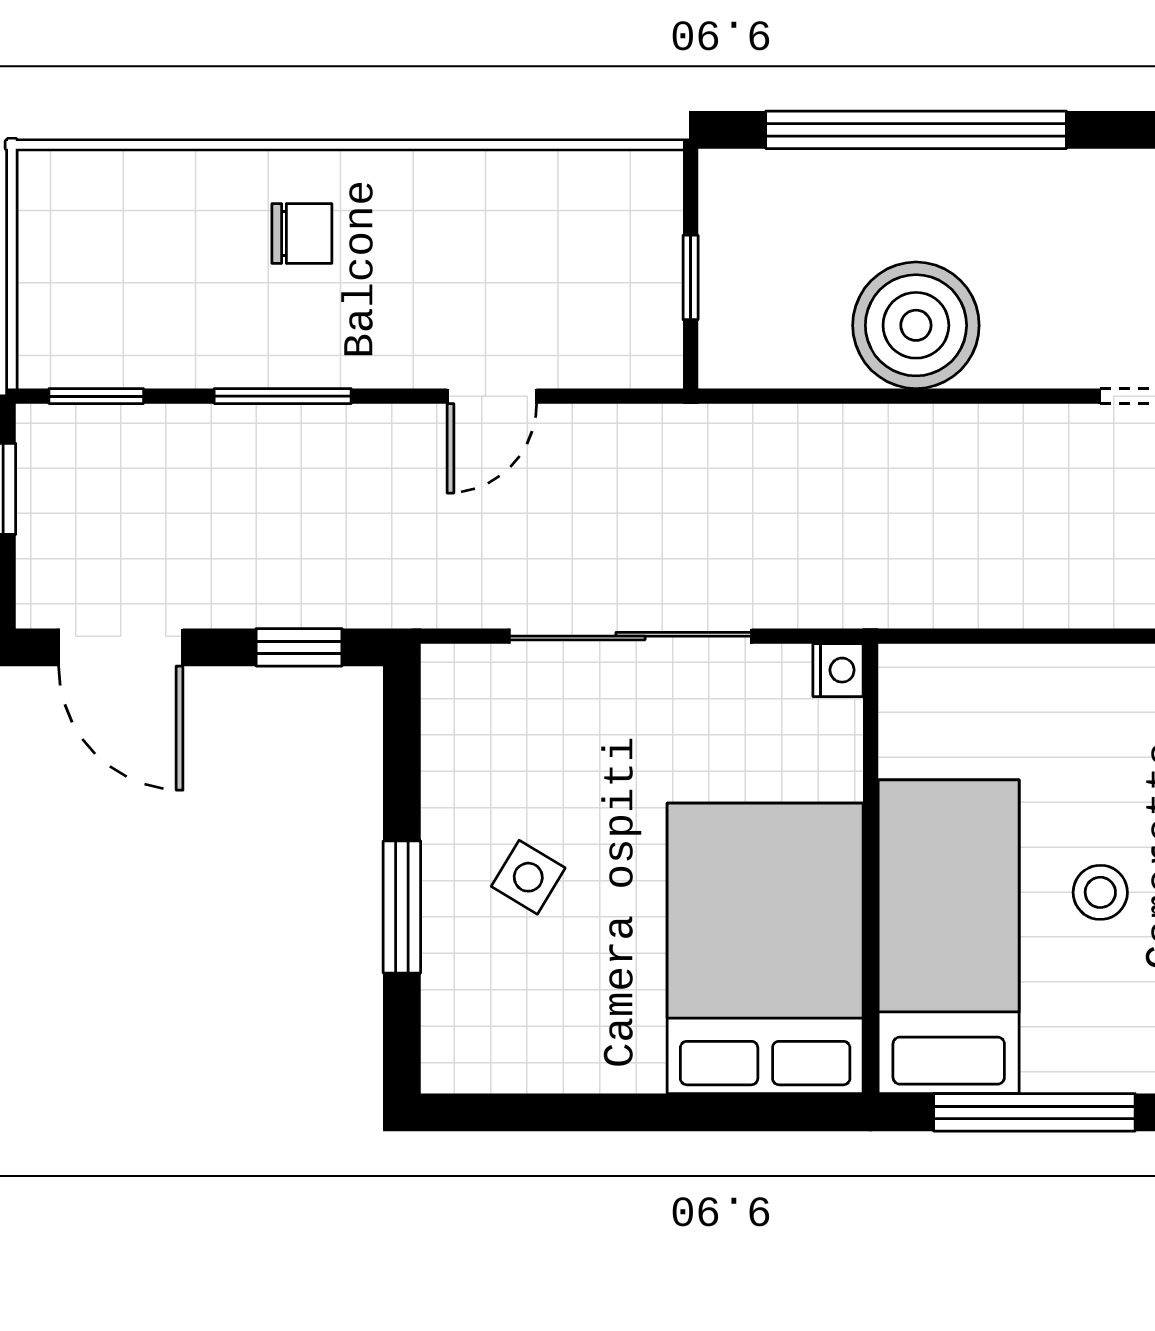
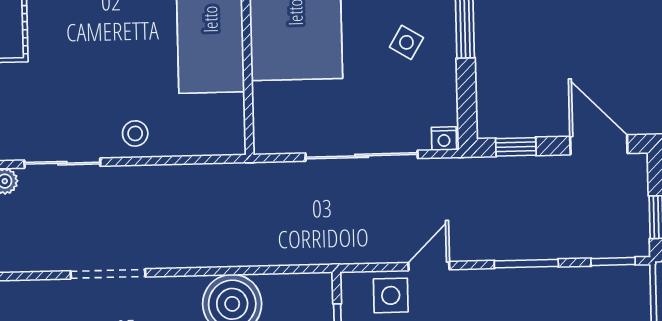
side table: (575, 335) -> (391, 295), added
nightstand: (838, 670) -> (444, 139), moved, turned -90
stool: (1100, 892) -> (135, 133), moved

